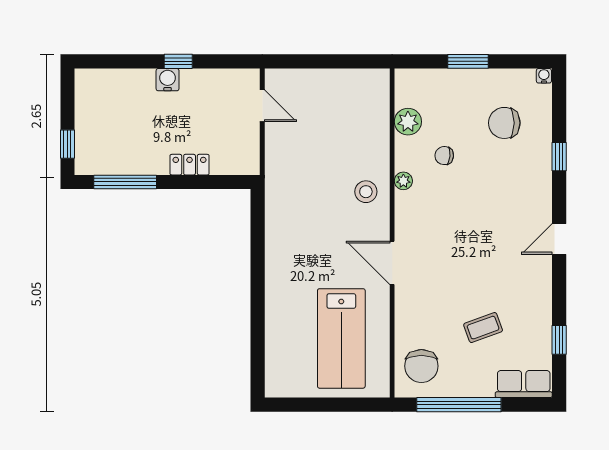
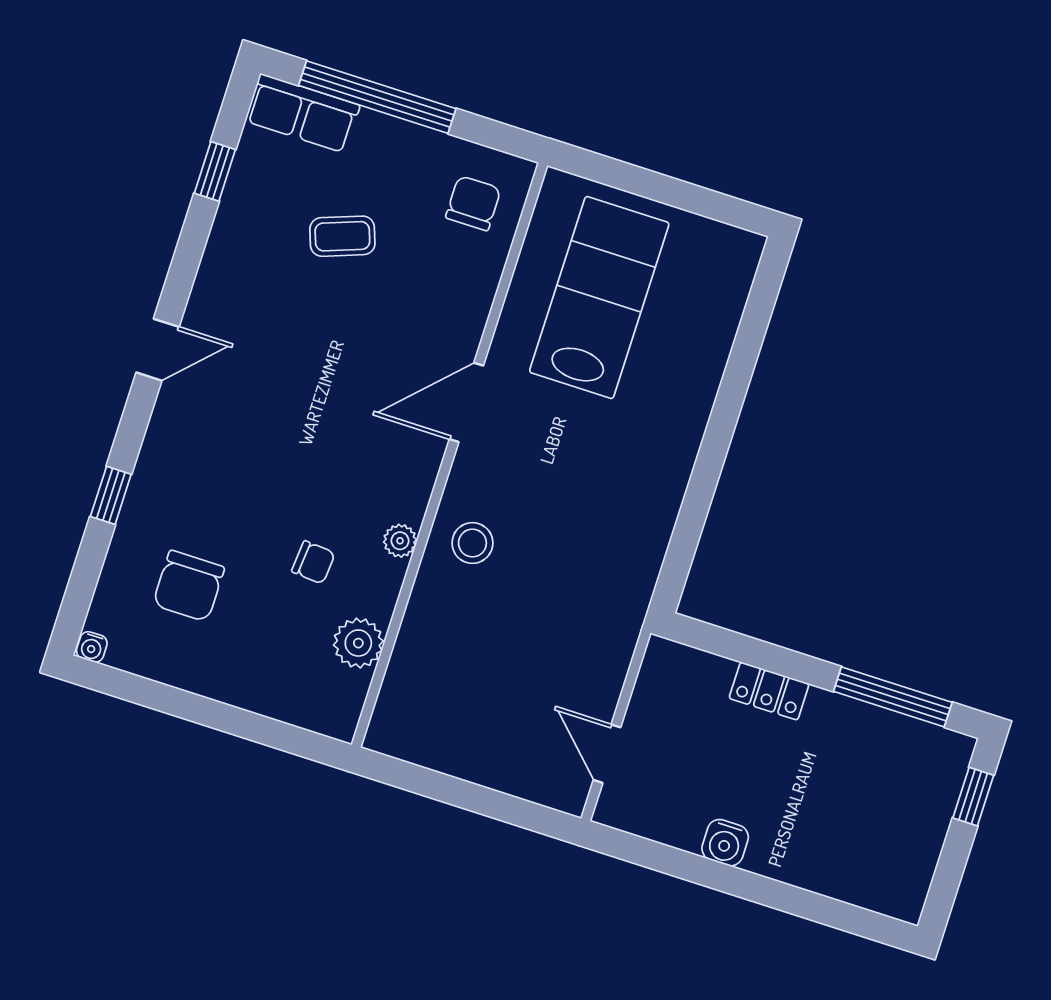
window: (178, 61) -> (730, 880), removed
window: (468, 61) -> (218, 715), removed
water cooler: (168, 80) -> (725, 843), moved
chair: (504, 123) -> (189, 586), turned 90
door: (392, 263) -> (466, 402), swing flipped
chair: (421, 366) -> (473, 203), width x0.73, depth x0.73
window: (459, 405) -> (377, 97), moved

